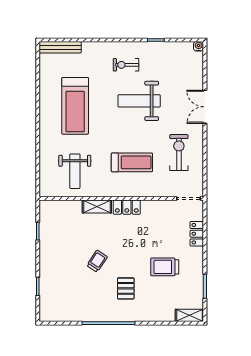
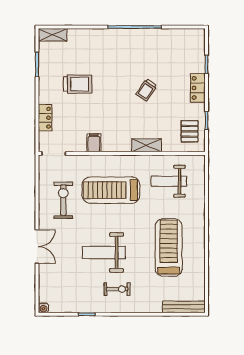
weight bench: (139, 101) -> (104, 253), turned 180
exercise bike: (179, 152) -> (63, 200), turned 180
treadmill: (132, 162) -> (111, 190), width x1.37, depth x1.38
weight bench: (75, 171) -> (169, 181), turned -90
locker: (127, 207) -> (198, 88), moved, turned -90
filing cabinet: (149, 209) -> (94, 143), added
pallet: (126, 288) -> (190, 131), moved

